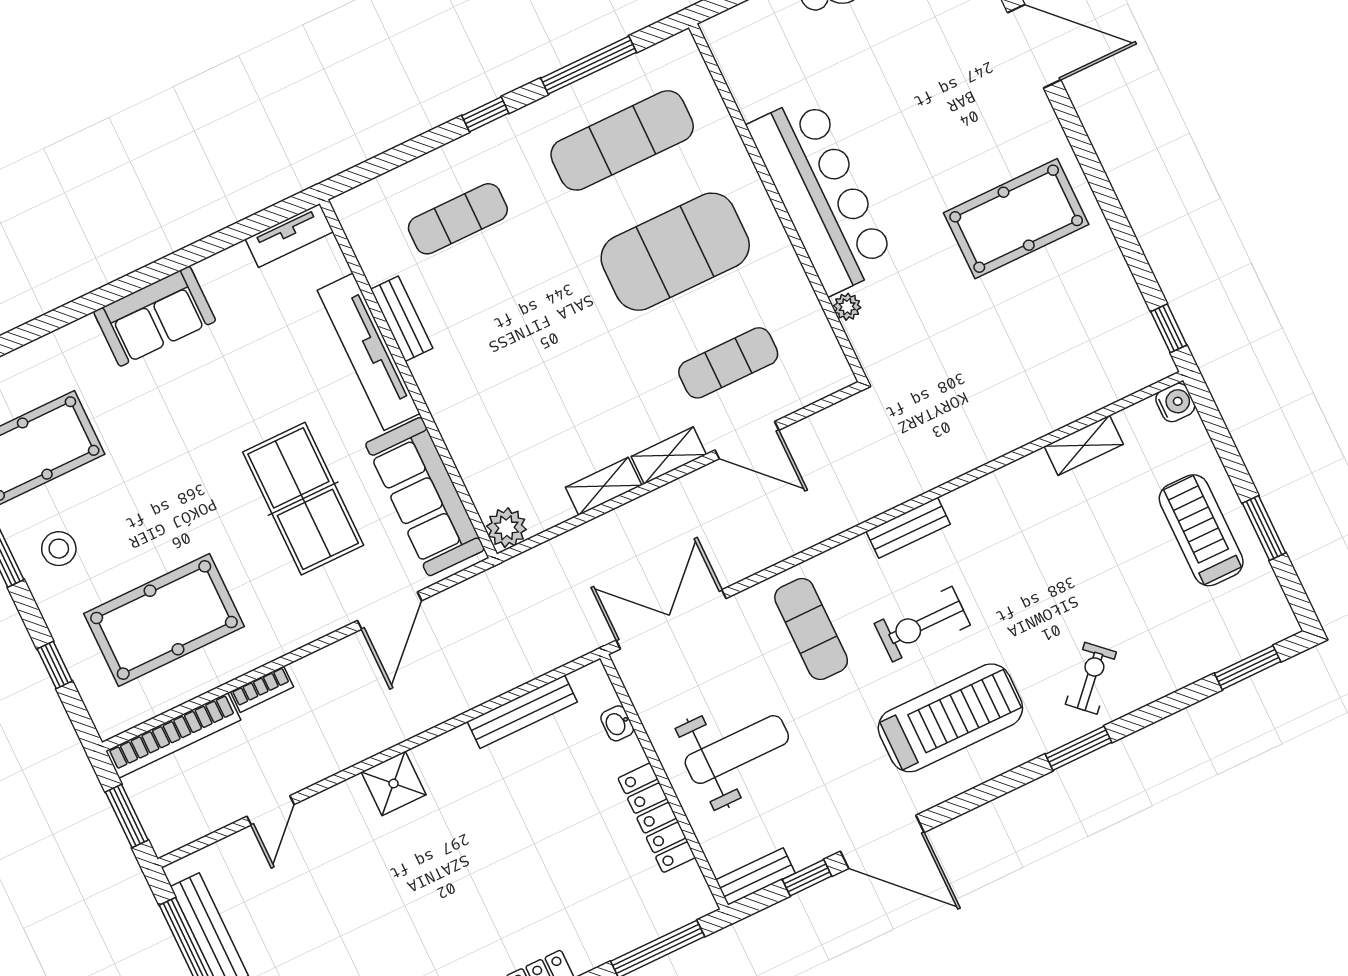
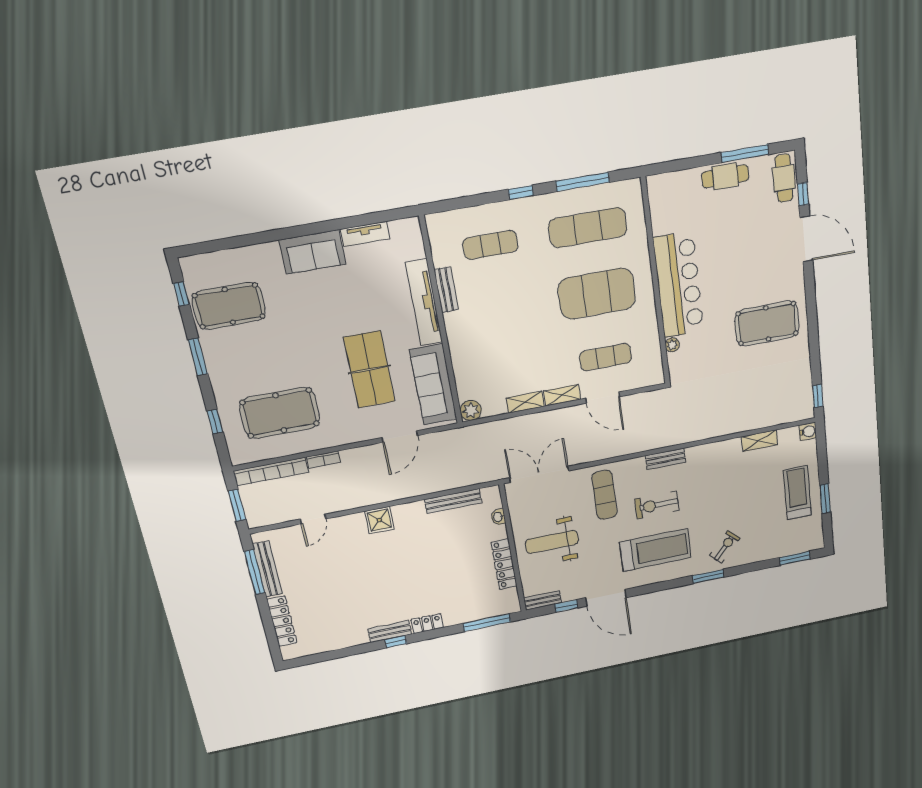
tv unit: (289, 235) -> (365, 234), moved
stool: (59, 549) -> (231, 362), removed
weight bench: (737, 750) -> (552, 542), turned 180

